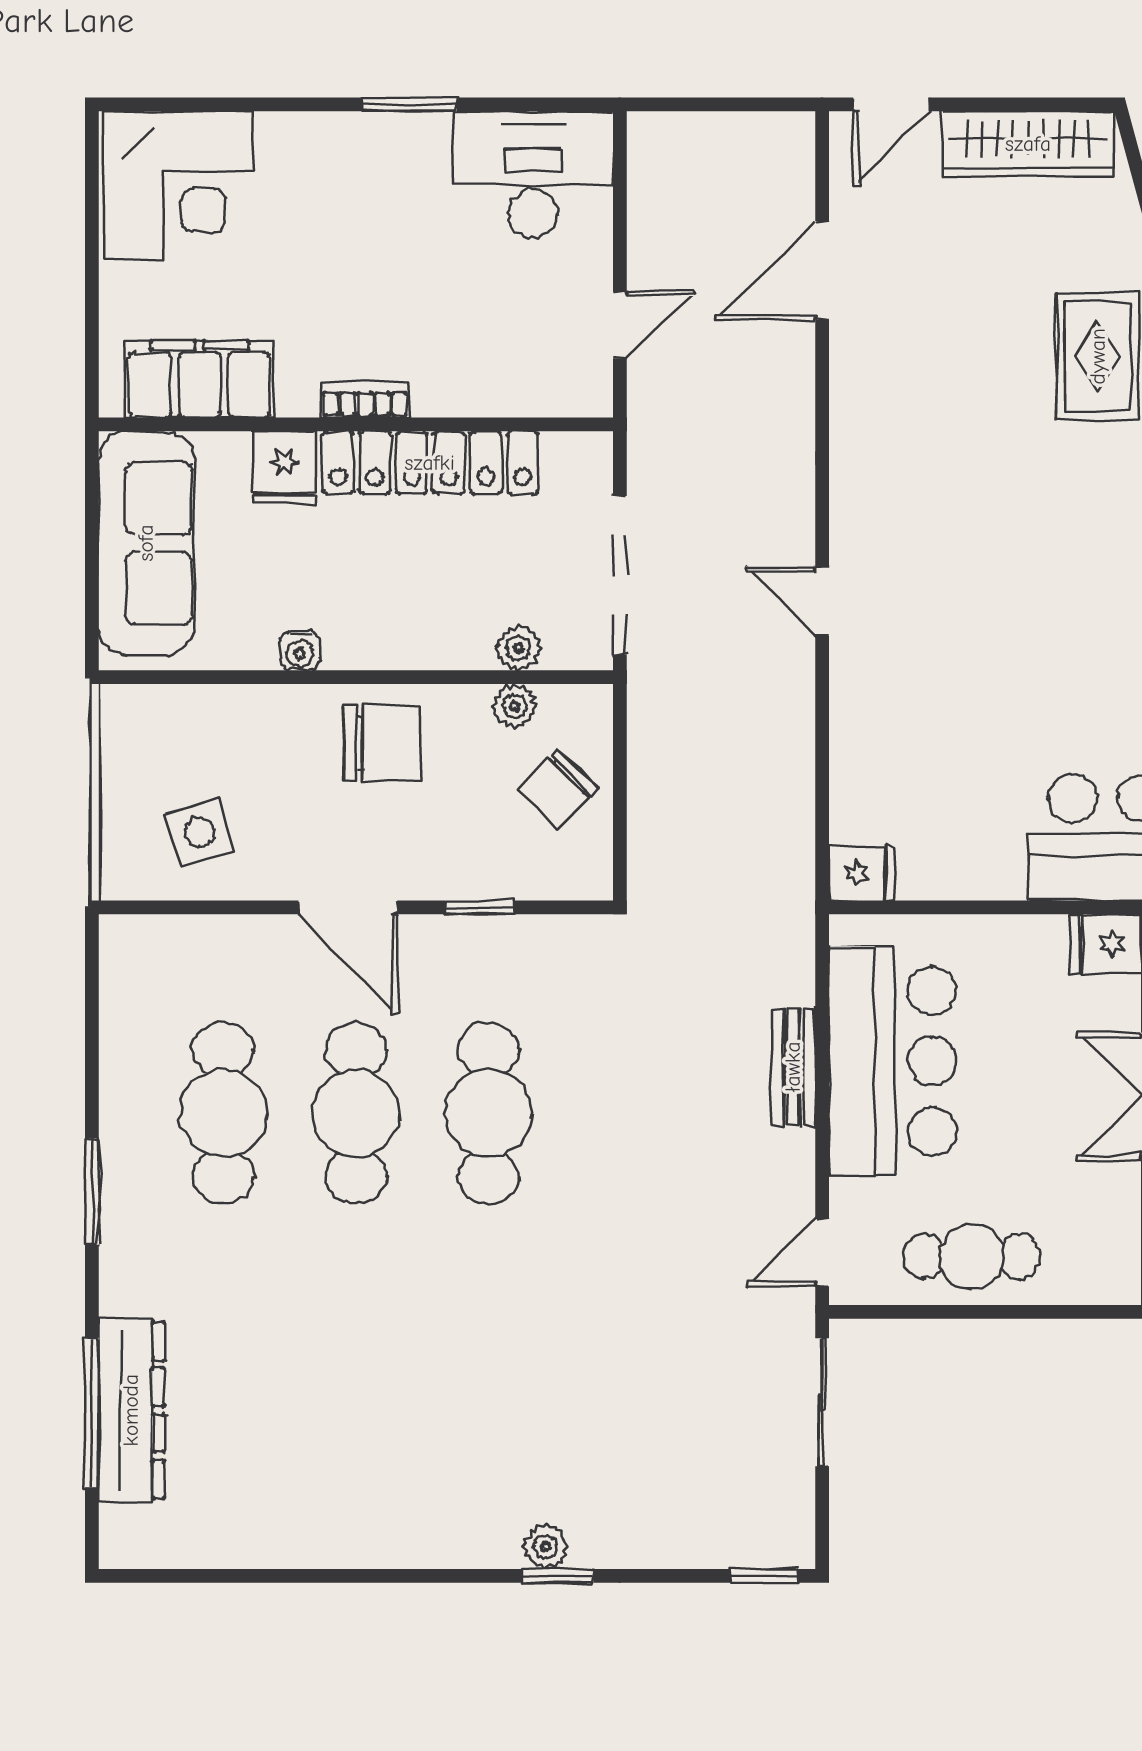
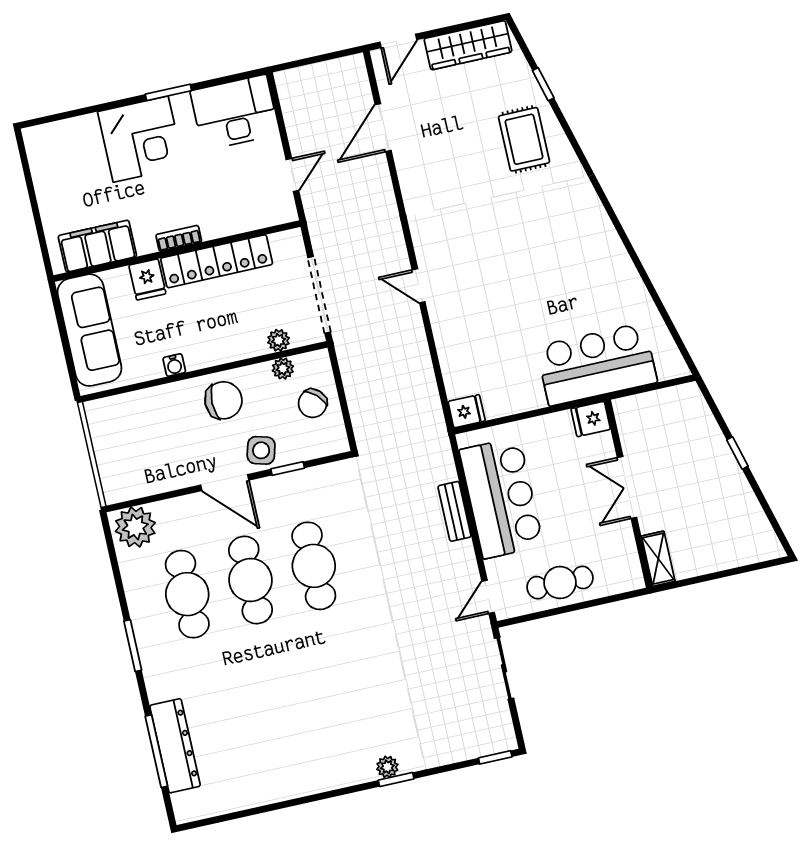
corner desk: (178, 185) -> (141, 139), moved
side table: (200, 832) -> (261, 450), moved, turned 33
plant: (150, 956) -> (135, 527), added

